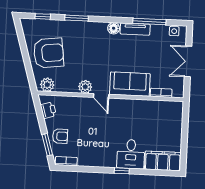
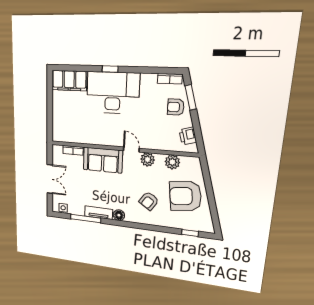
window: (77, 18) -> (155, 228), removed
armchair: (83, 46) -> (149, 201), added
plant: (47, 85) -> (172, 162), moved
desk: (131, 154) -> (113, 93), width x1.87, depth x1.30

